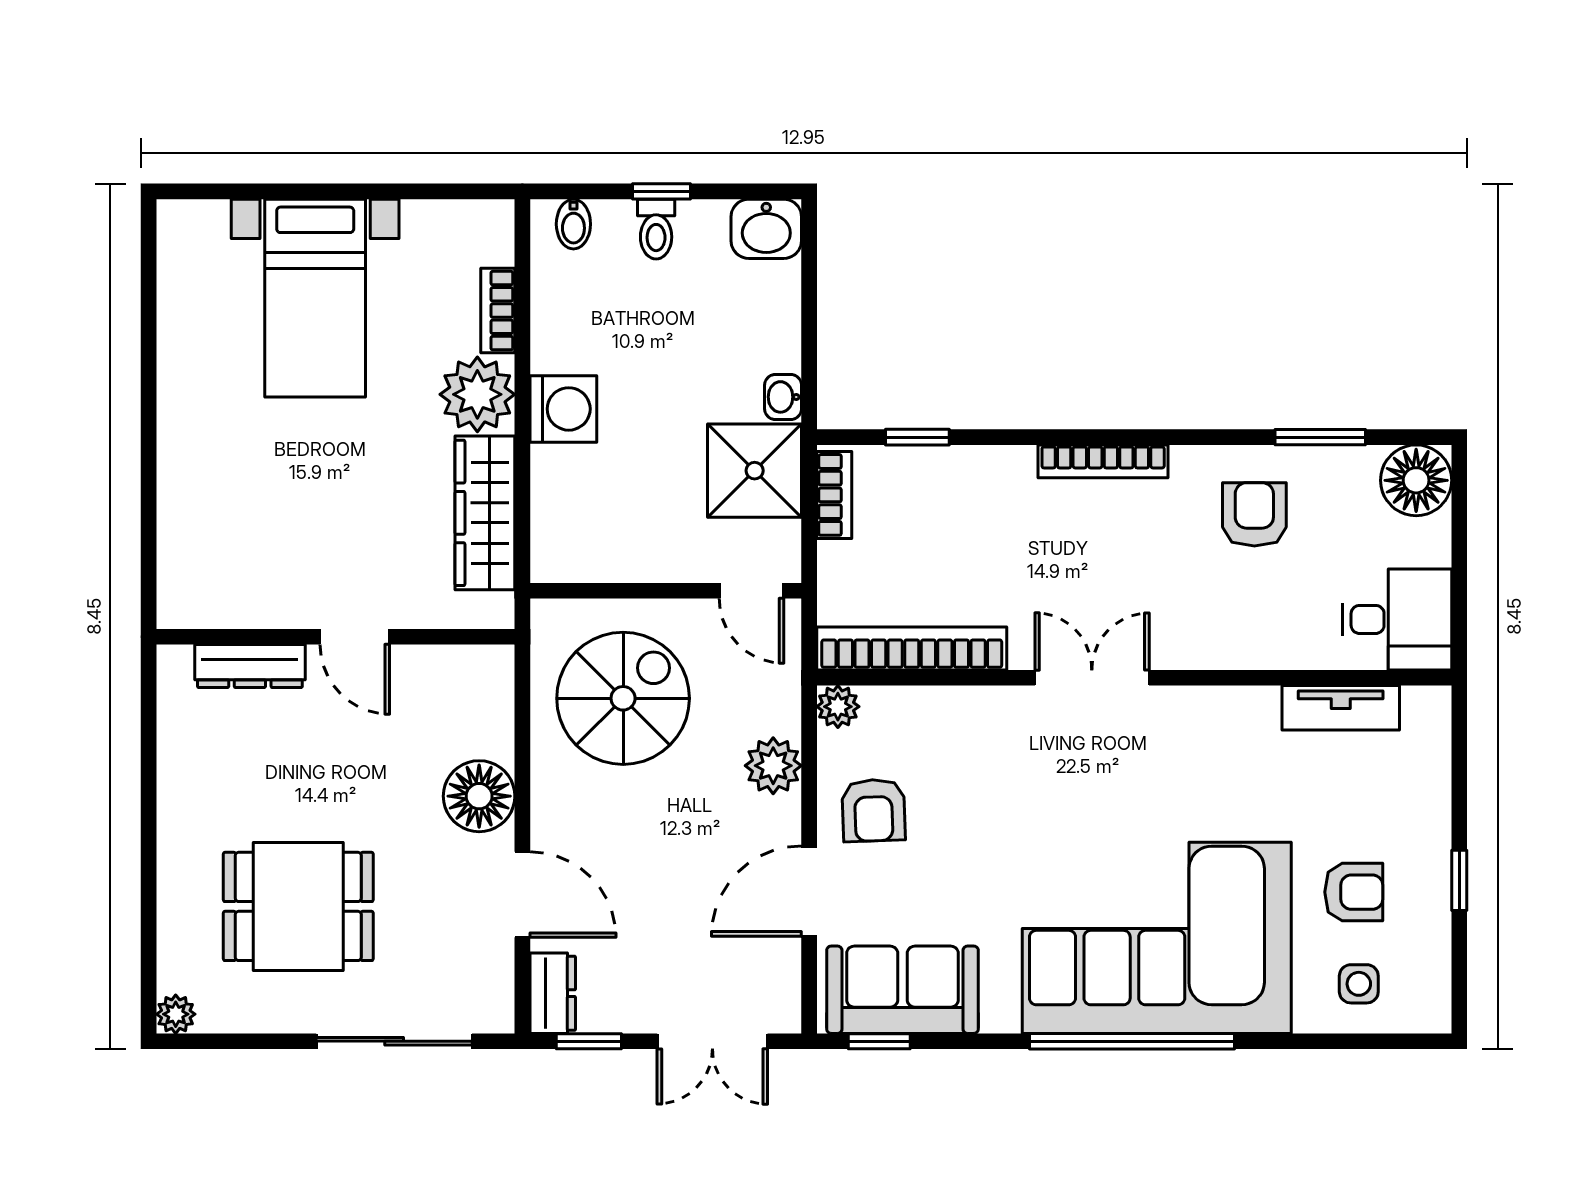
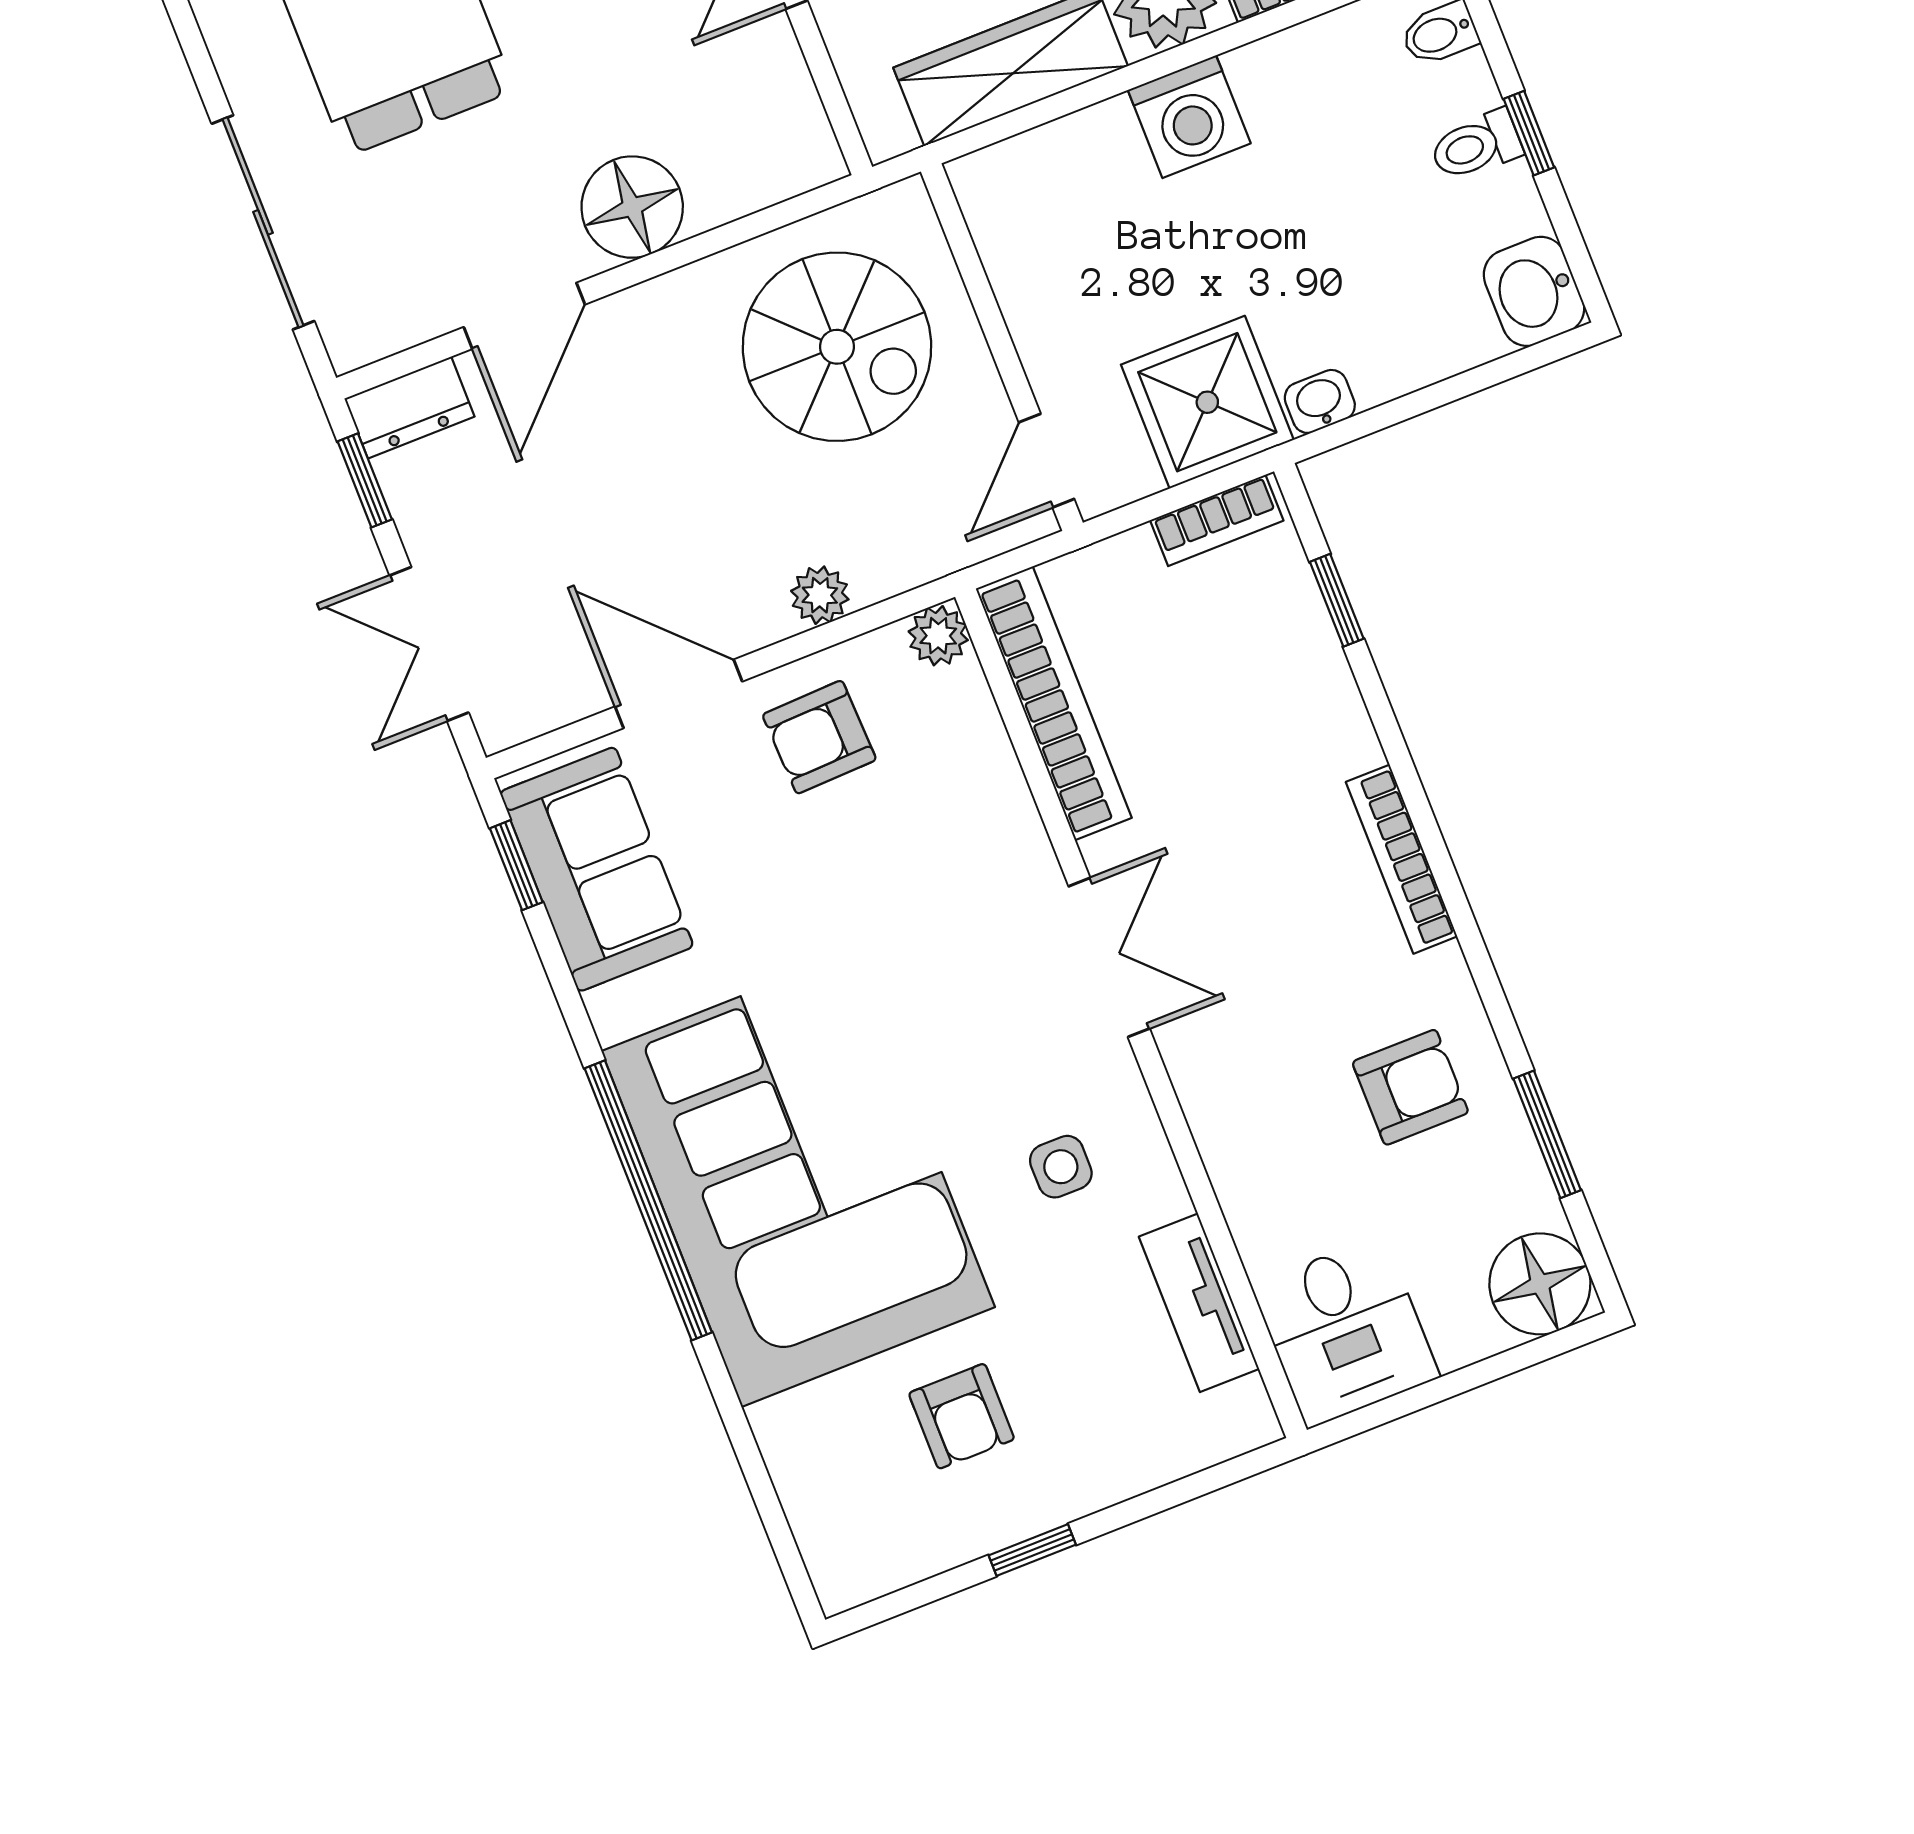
plant: (773, 766) -> (820, 595), width x0.73, depth x0.73
side table: (1359, 984) -> (1061, 1167), moved

